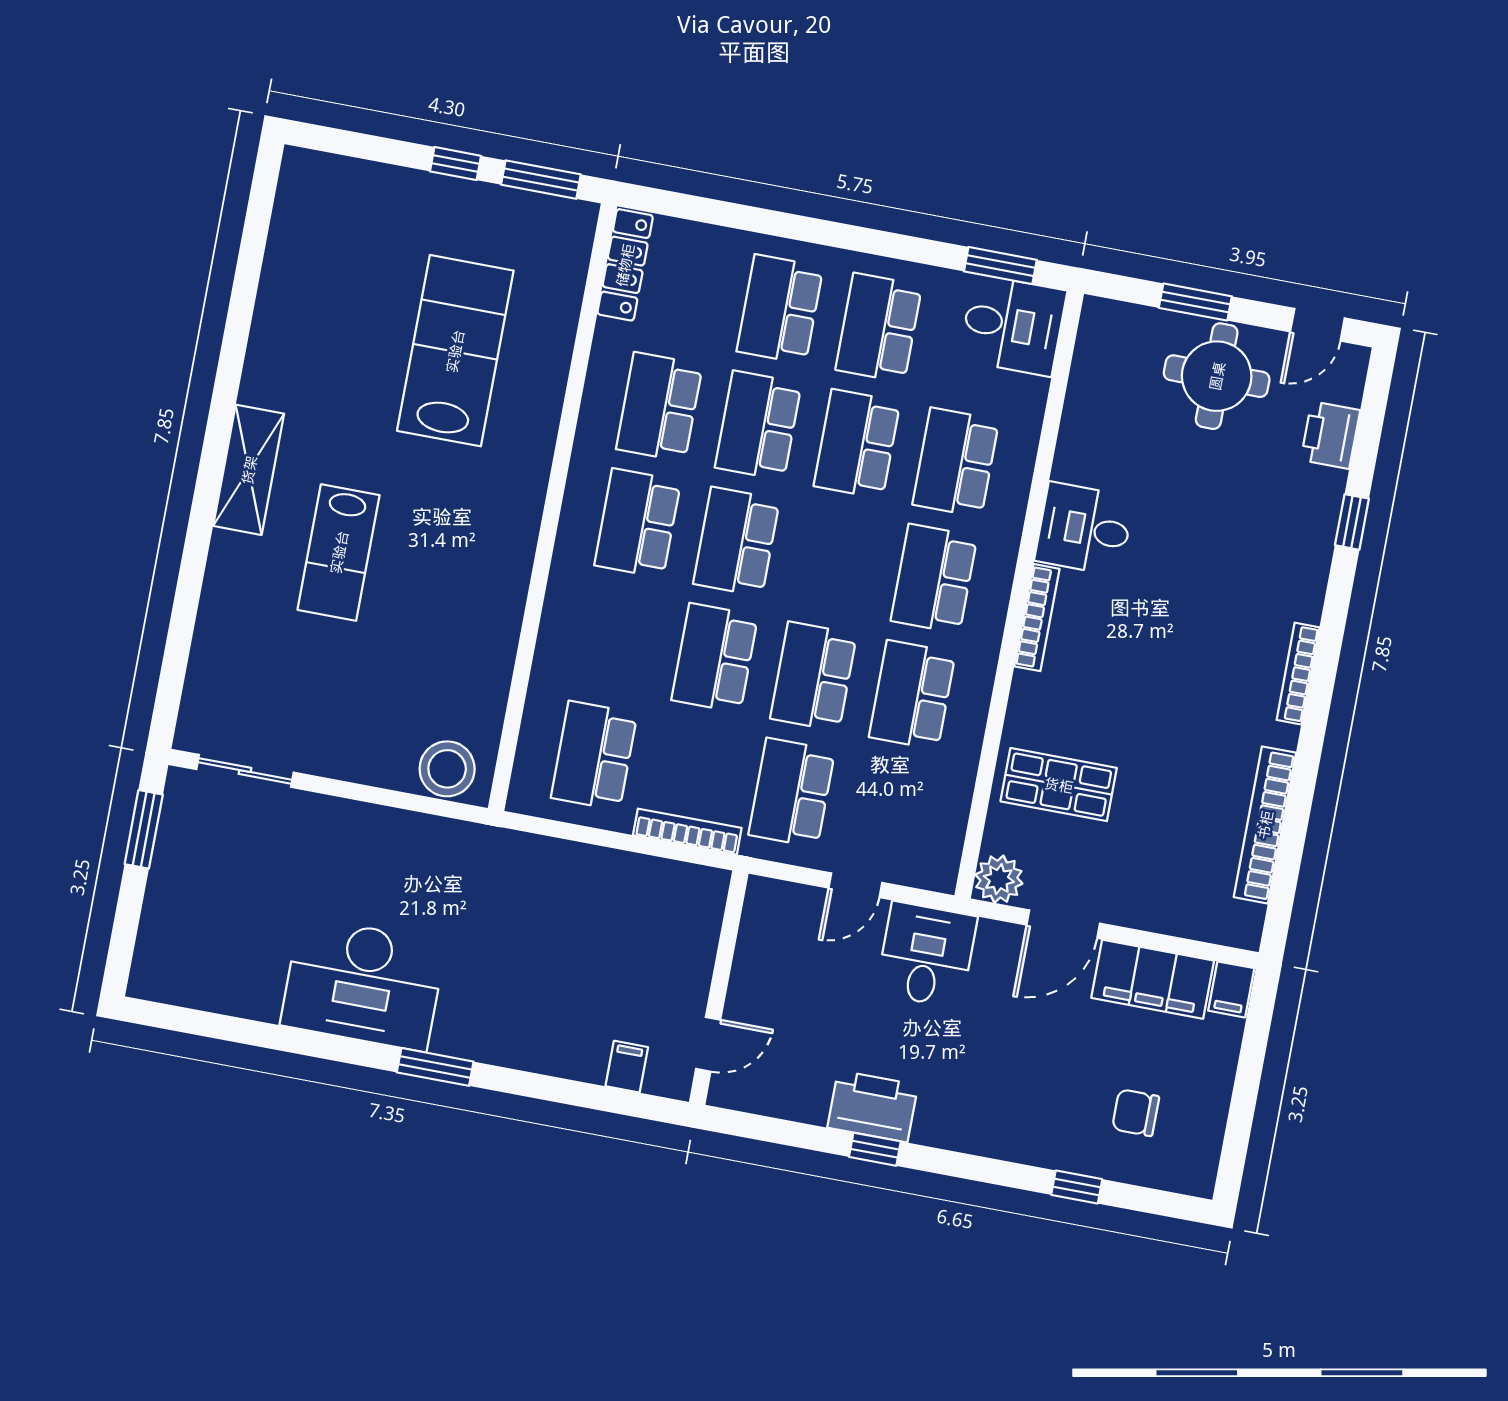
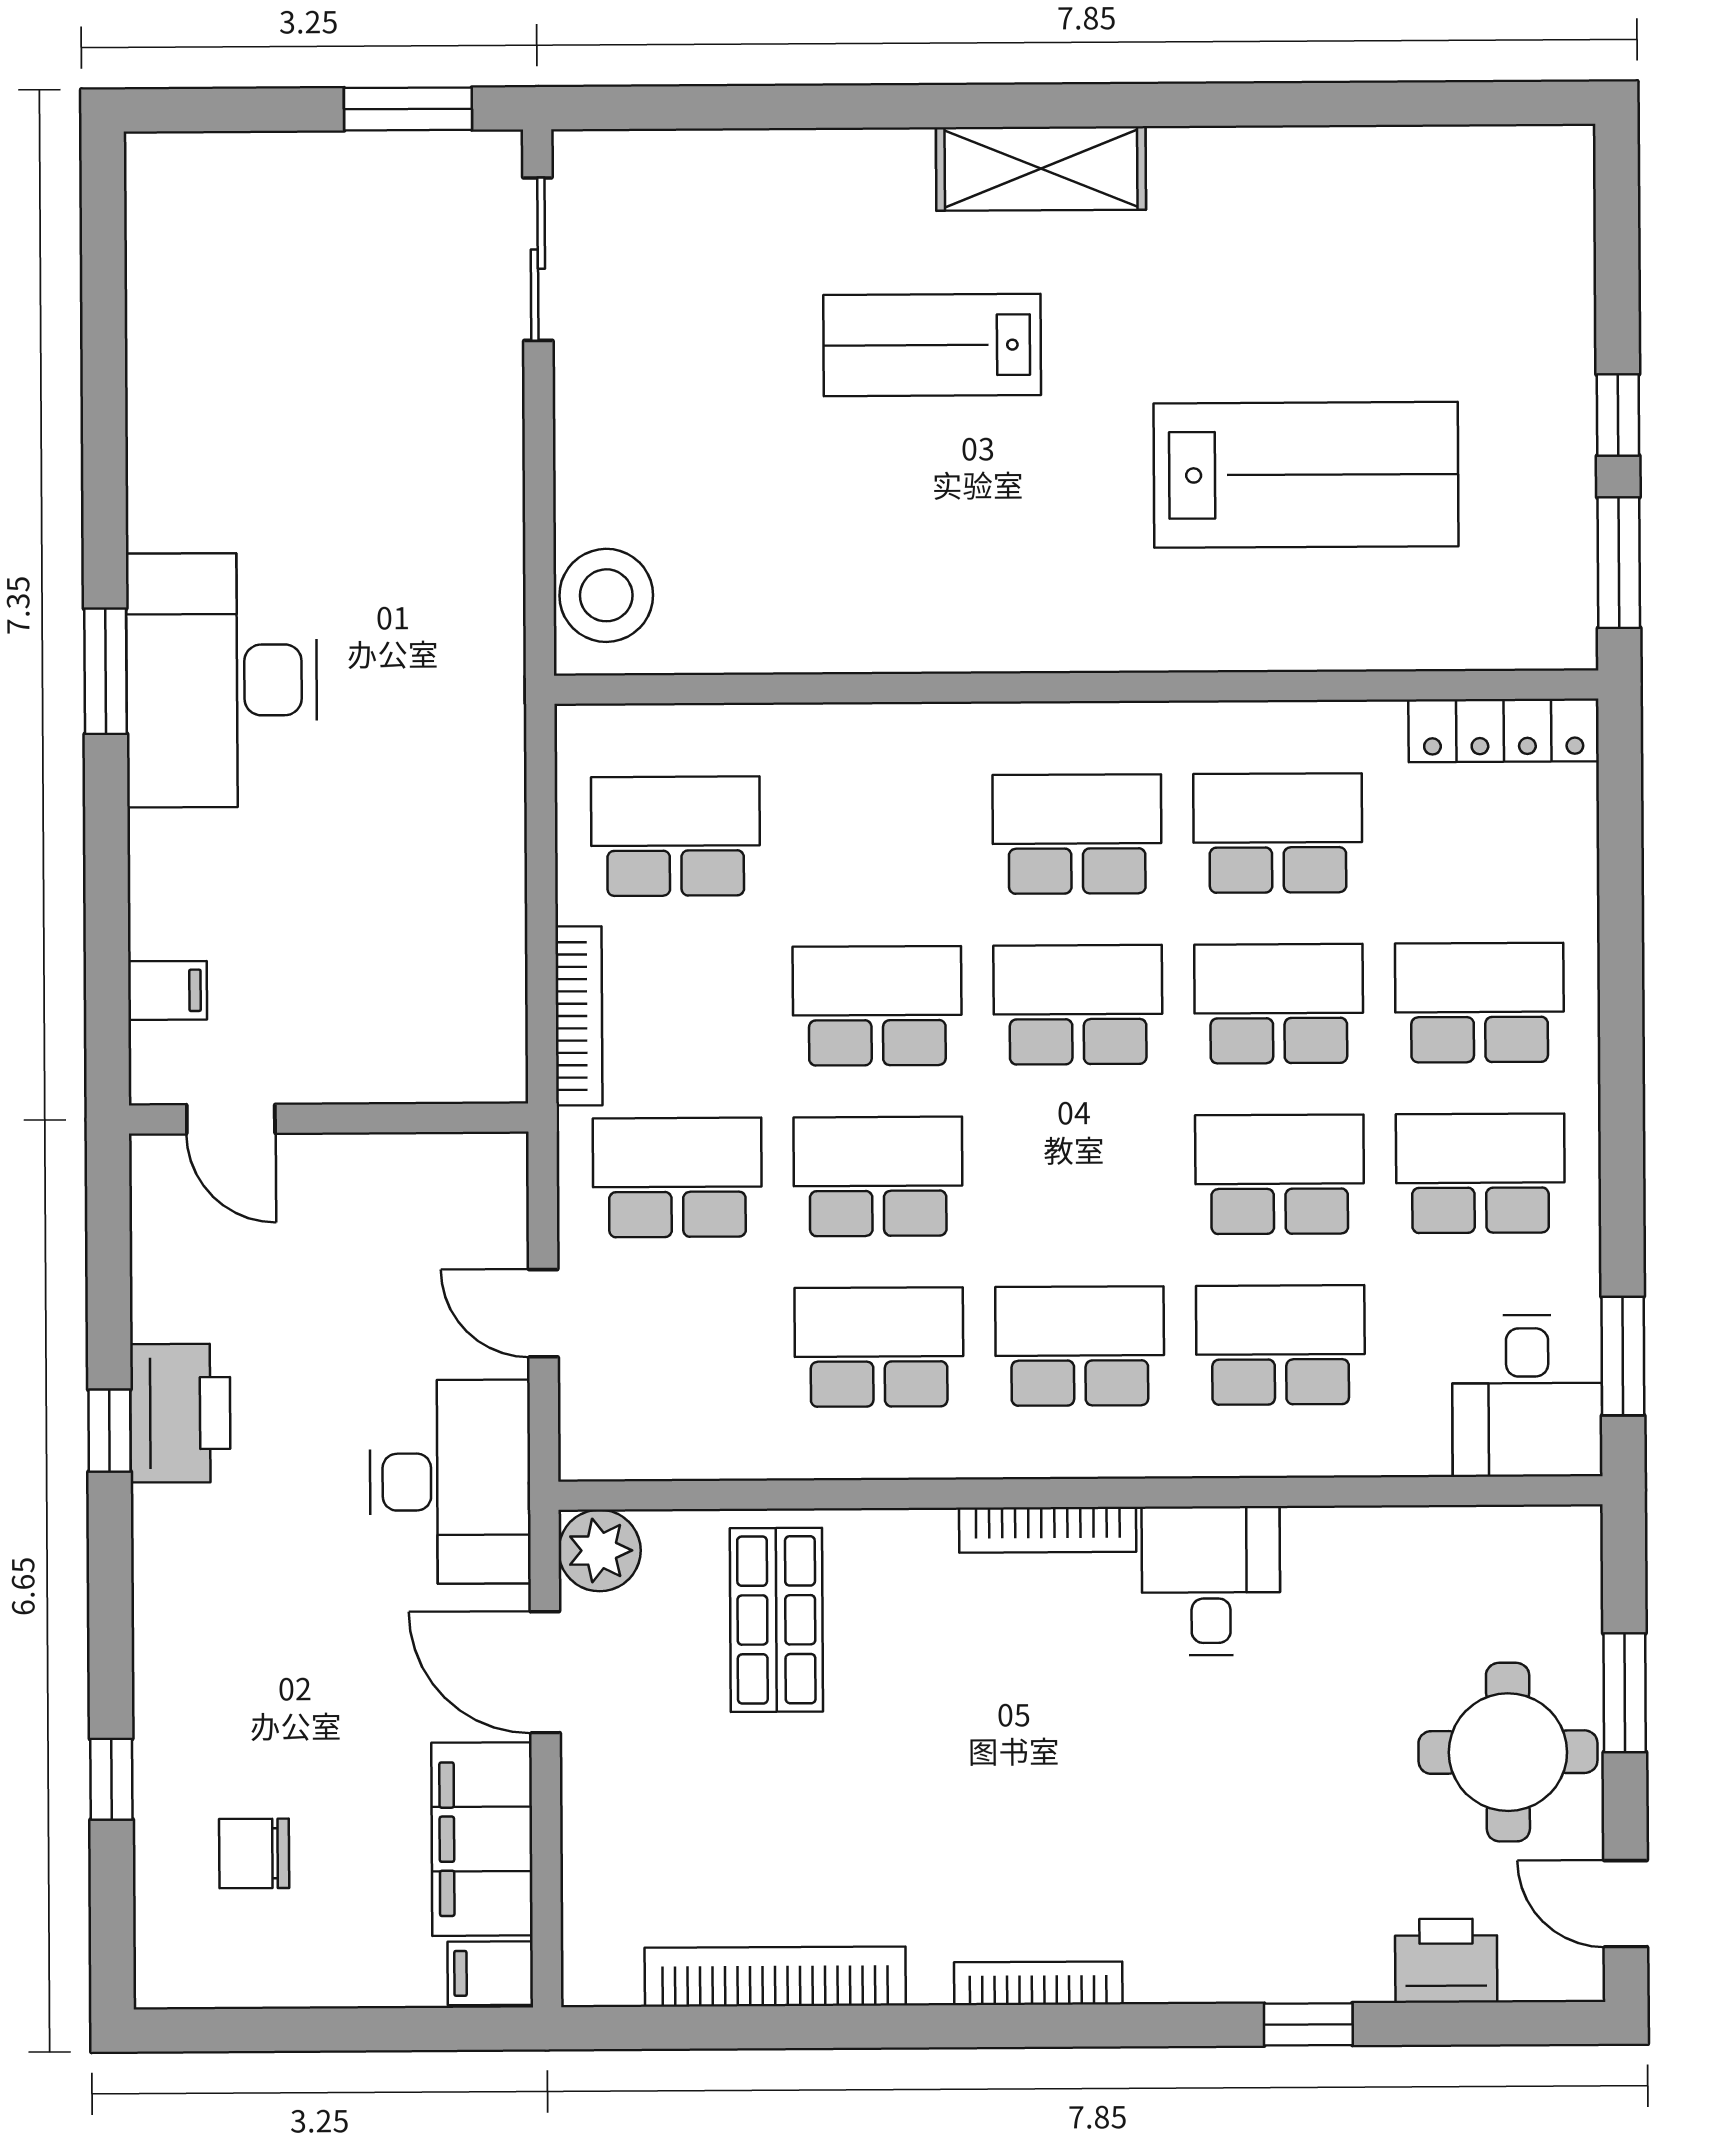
desk: (926, 955) -> (450, 1482), width x1.37
desk: (363, 984) -> (222, 680), moved
chair: (1136, 1113) -> (254, 1853), turned -90

